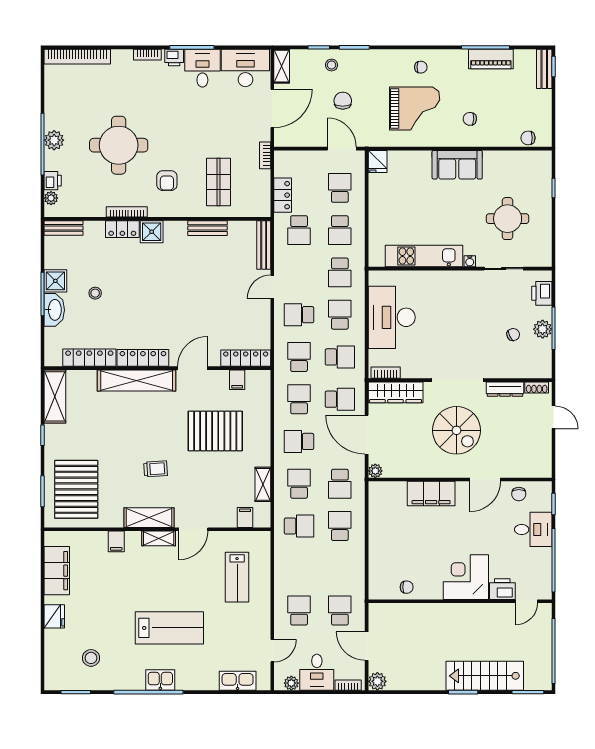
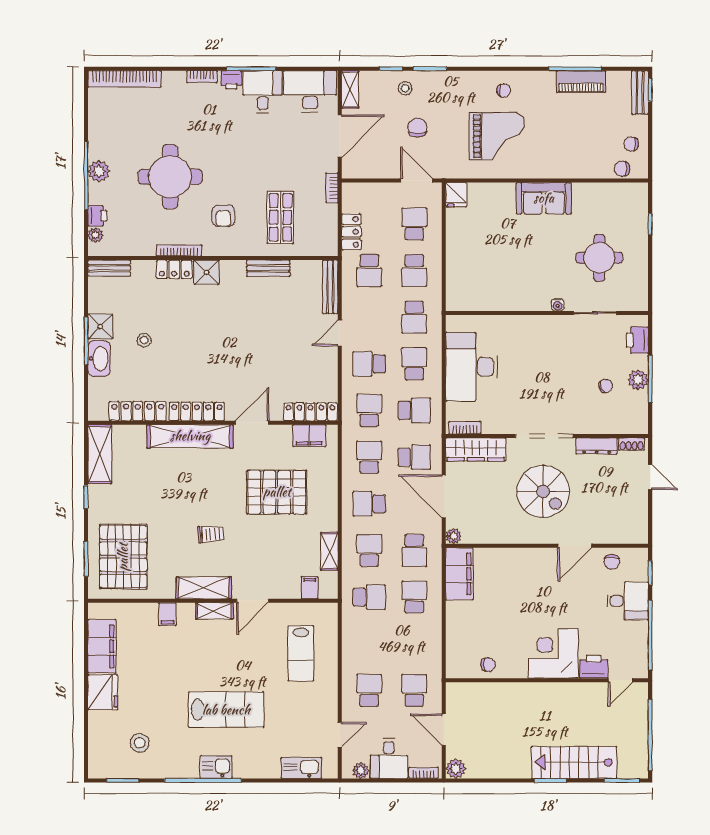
chair: (470, 119) -> (631, 144), moved
kitchen unit: (424, 256) -> (507, 299), removed
filing cabinet: (237, 380) -> (309, 436), width x2.00
filing cabinet: (431, 494) -> (459, 574), moved, turned -90
fridge: (54, 616) -> (103, 692), width x1.36, depth x1.34

